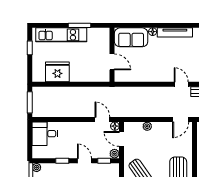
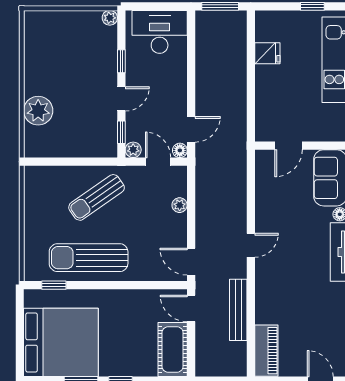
fridge: (57, 72) -> (267, 53), width x0.53, depth x0.75
door: (181, 84) -> (251, 245), moved
desk: (45, 134) -> (160, 32), width x1.37
door: (121, 139) -> (158, 162), hinge flipped

